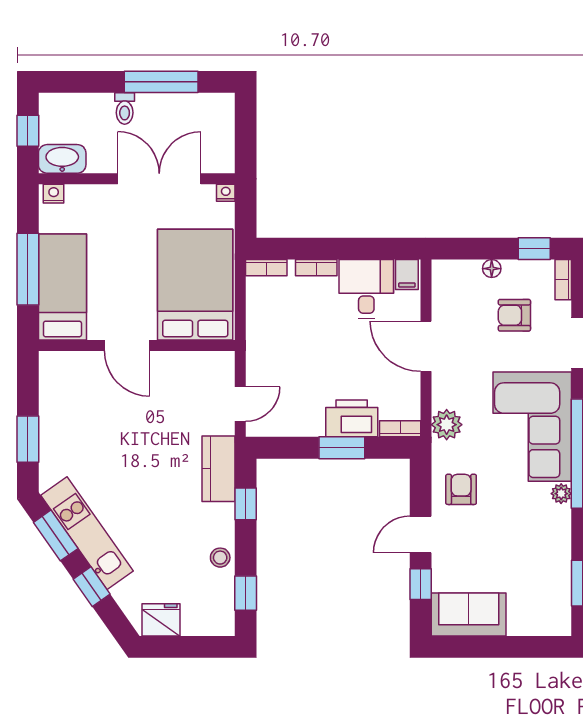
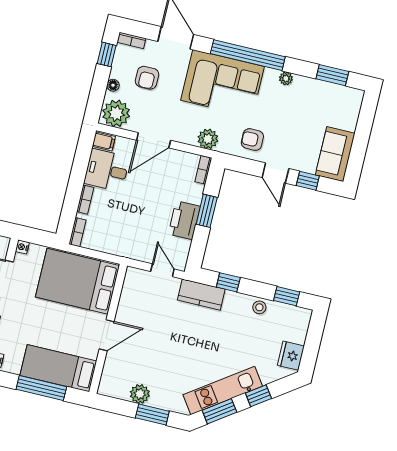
plant: (452, 283) -> (116, 113), added
plant: (53, 414) -> (140, 394), added
printer: (352, 418) -> (184, 220), moved
plant: (561, 494) -> (286, 78), moved

